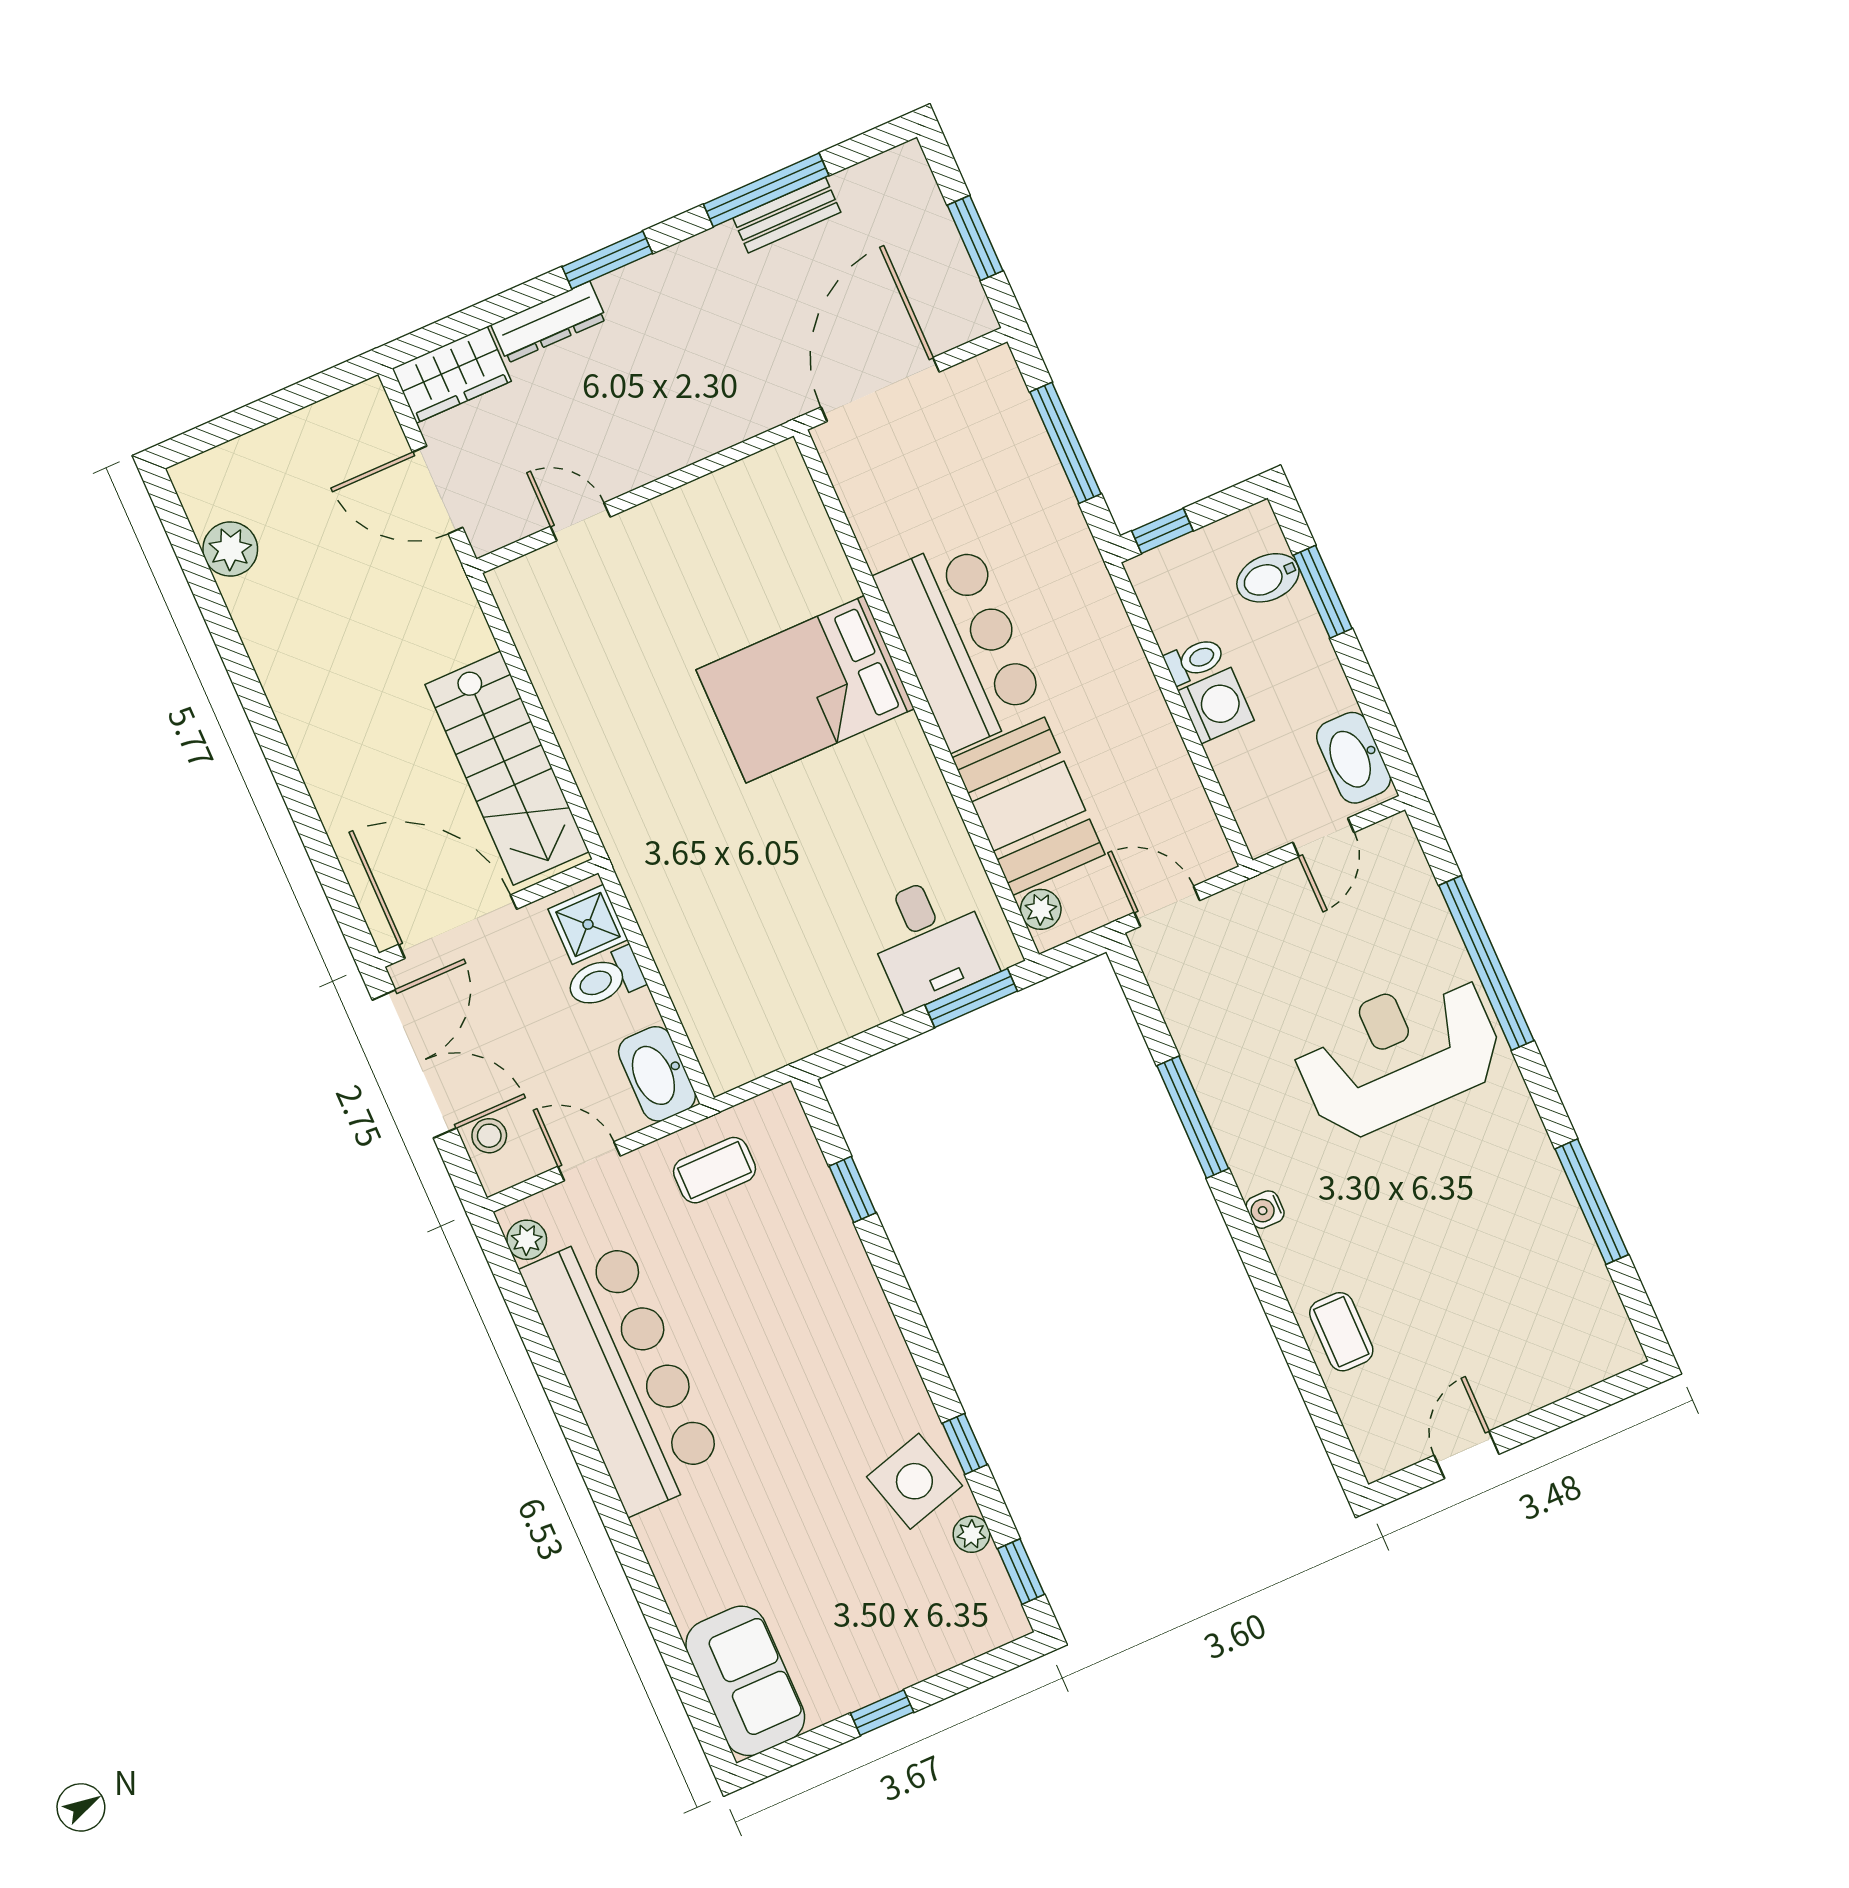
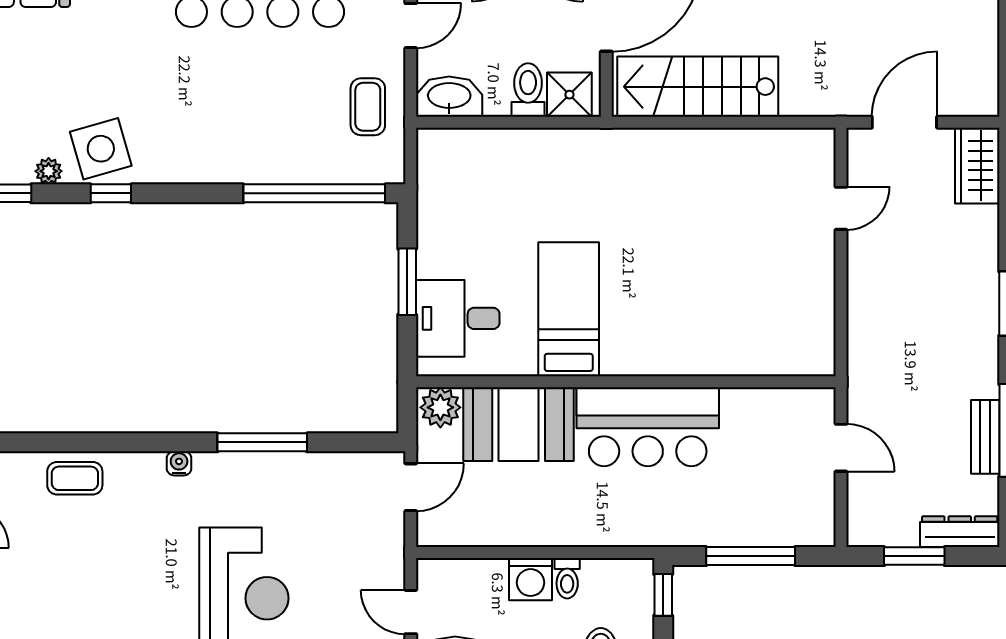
dresser: (549, 322) -> (960, 532), moved, turned 90
door: (880, 390) -> (841, 448), width x0.53
bed: (805, 689) -> (569, 309), moved, width x0.67
plant: (1041, 909) -> (440, 407), width x1.38, depth x1.38
window: (971, 998) -> (407, 282), moved
window: (852, 1189) -> (314, 193), width x3.17

